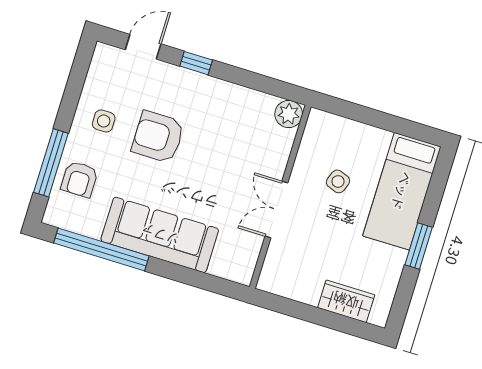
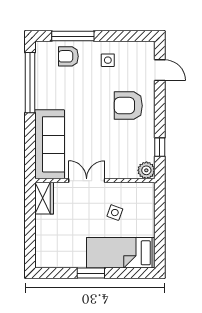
window: (196, 63) -> (160, 147), moved
armchair: (158, 137) -> (128, 106), moved, turned -90
sofa: (160, 235) -> (50, 144), moved
wardrobe: (346, 301) -> (44, 198), moved

